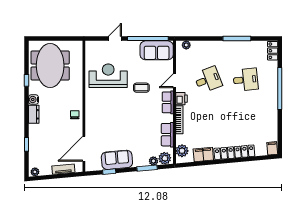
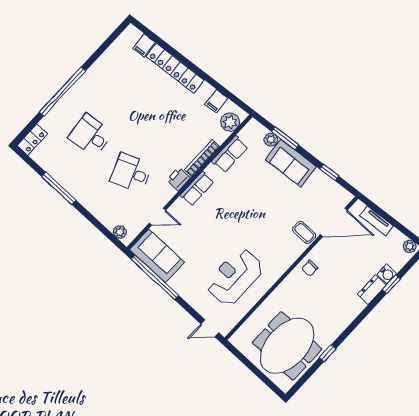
door: (115, 39) -> (210, 328), moved
reception desk: (108, 76) -> (235, 277), turned 90
door: (174, 81) -> (158, 217), moved
coffee table: (141, 88) -> (304, 232), moved
water cooler: (34, 100) -> (387, 274), moved
dresser: (34, 114) -> (372, 290), moved
filing cabinet: (272, 148) -> (144, 45), moved
filing cabinet: (203, 155) -> (216, 101), width x0.50
plant: (165, 158) -> (256, 131), removed
sofa: (117, 160) -> (291, 163), moved

